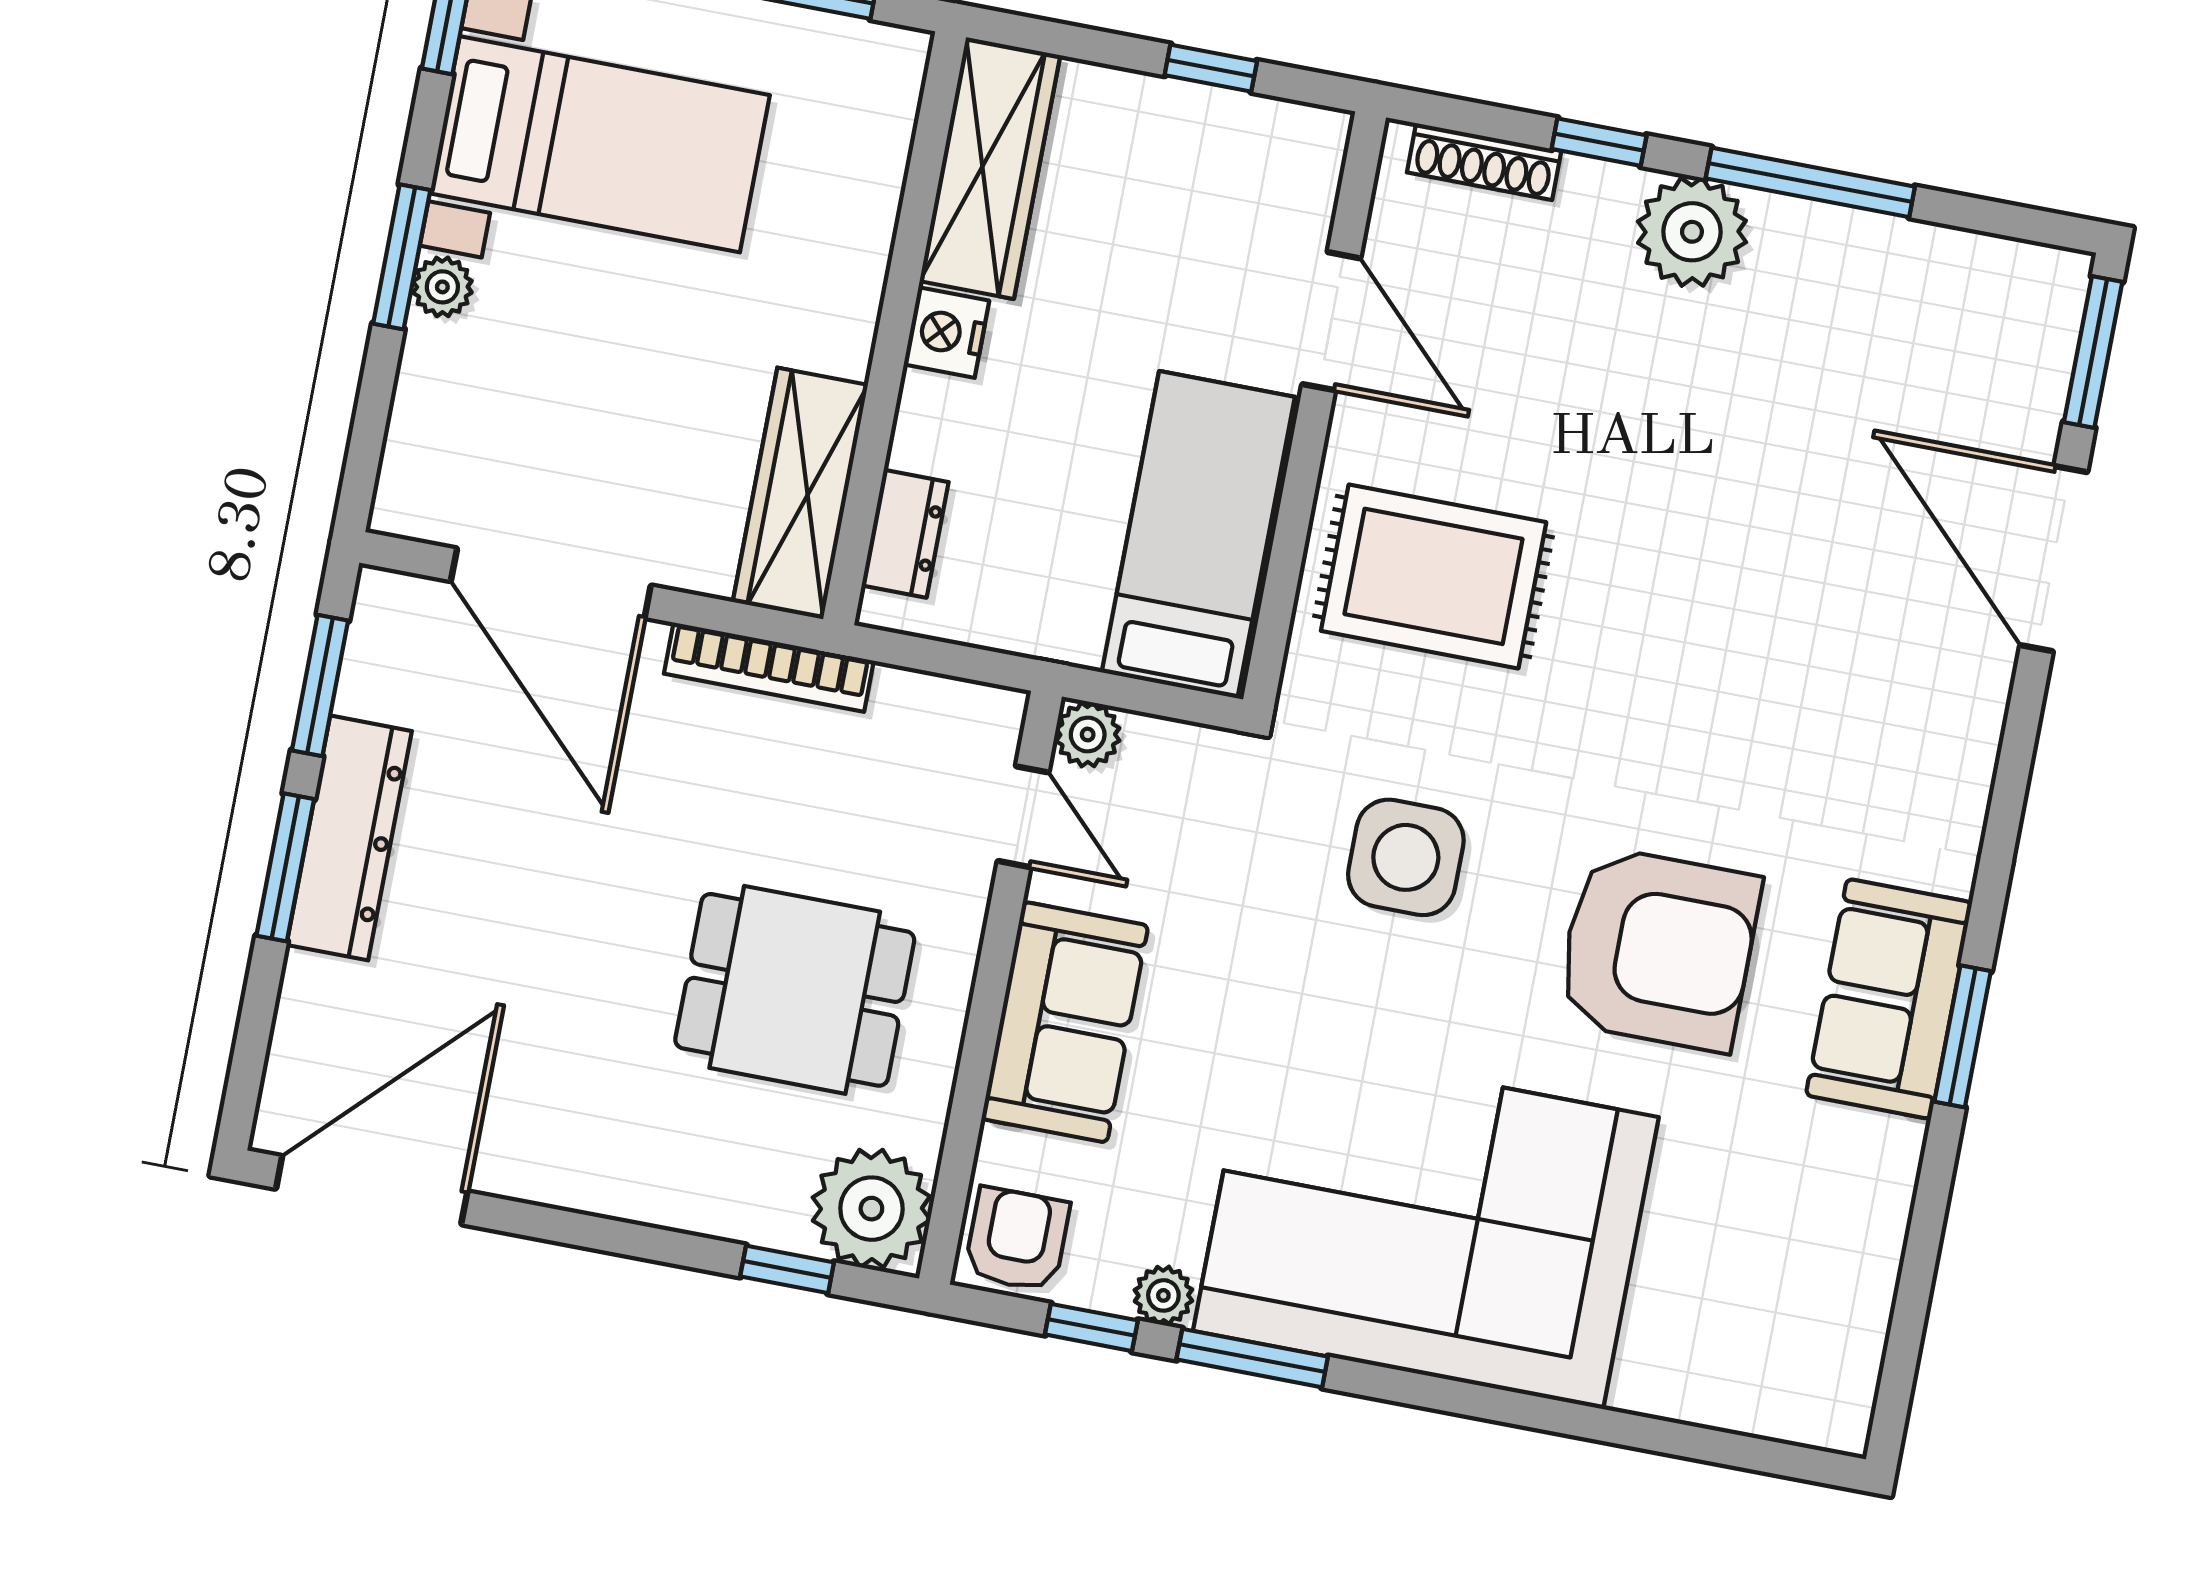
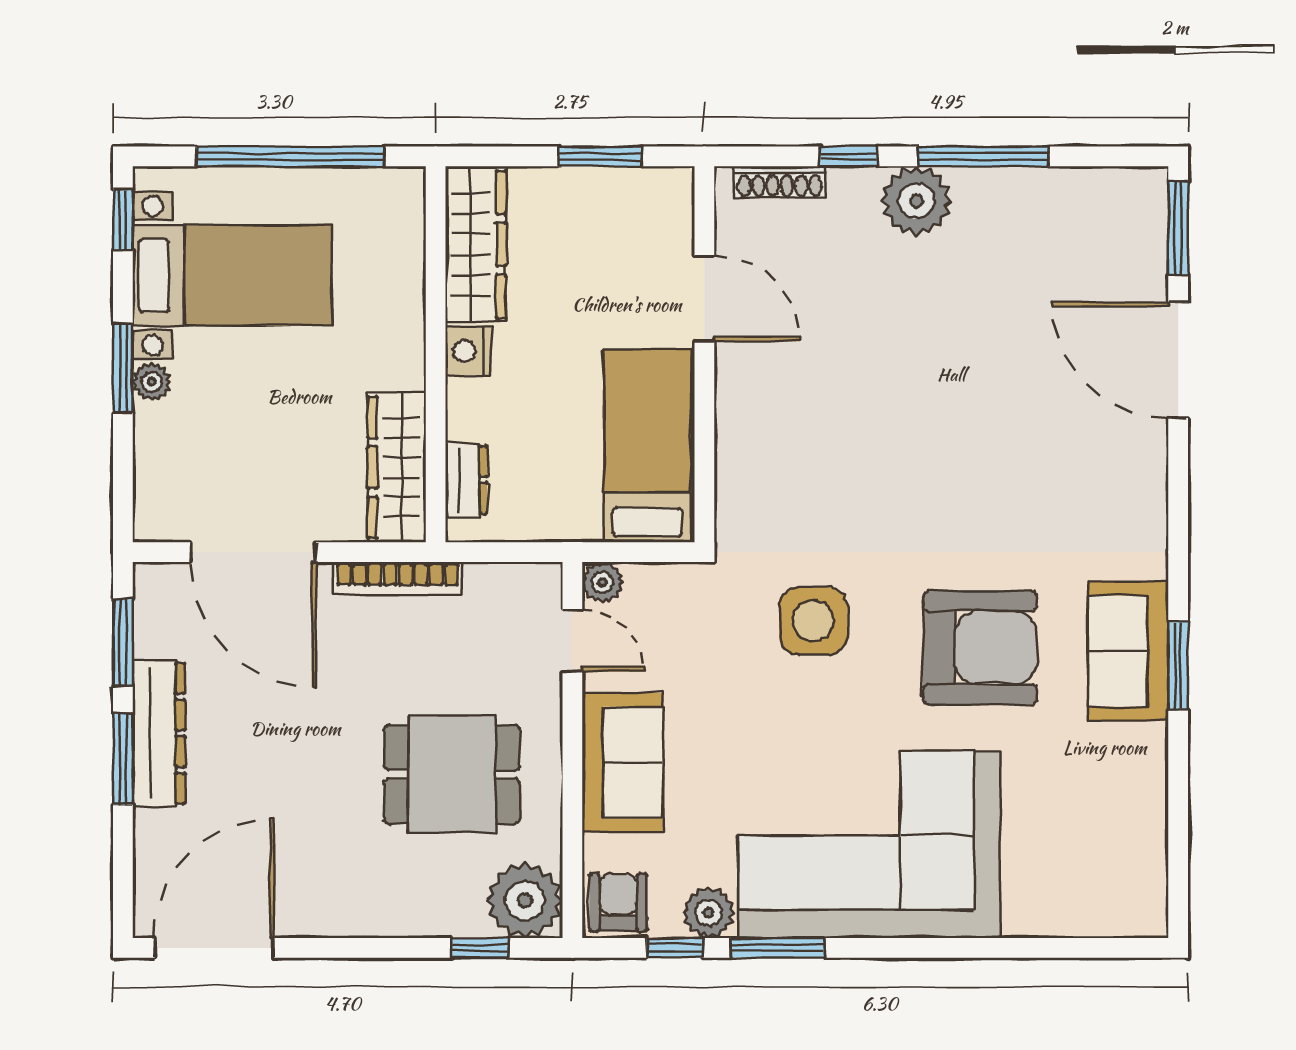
window: (1211, 68) -> (600, 156), width x1.50
rug: (1434, 576) -> (797, 444), removed
plant: (1163, 1295) -> (708, 913), width x1.38, depth x1.38

